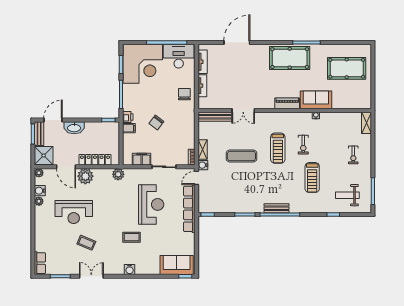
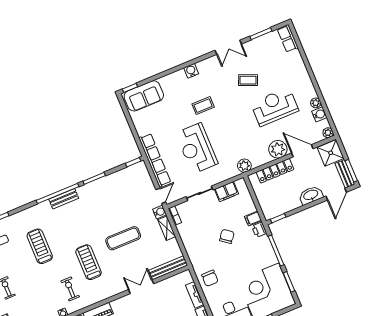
exercise bike: (303, 145) -> (70, 289), moved

